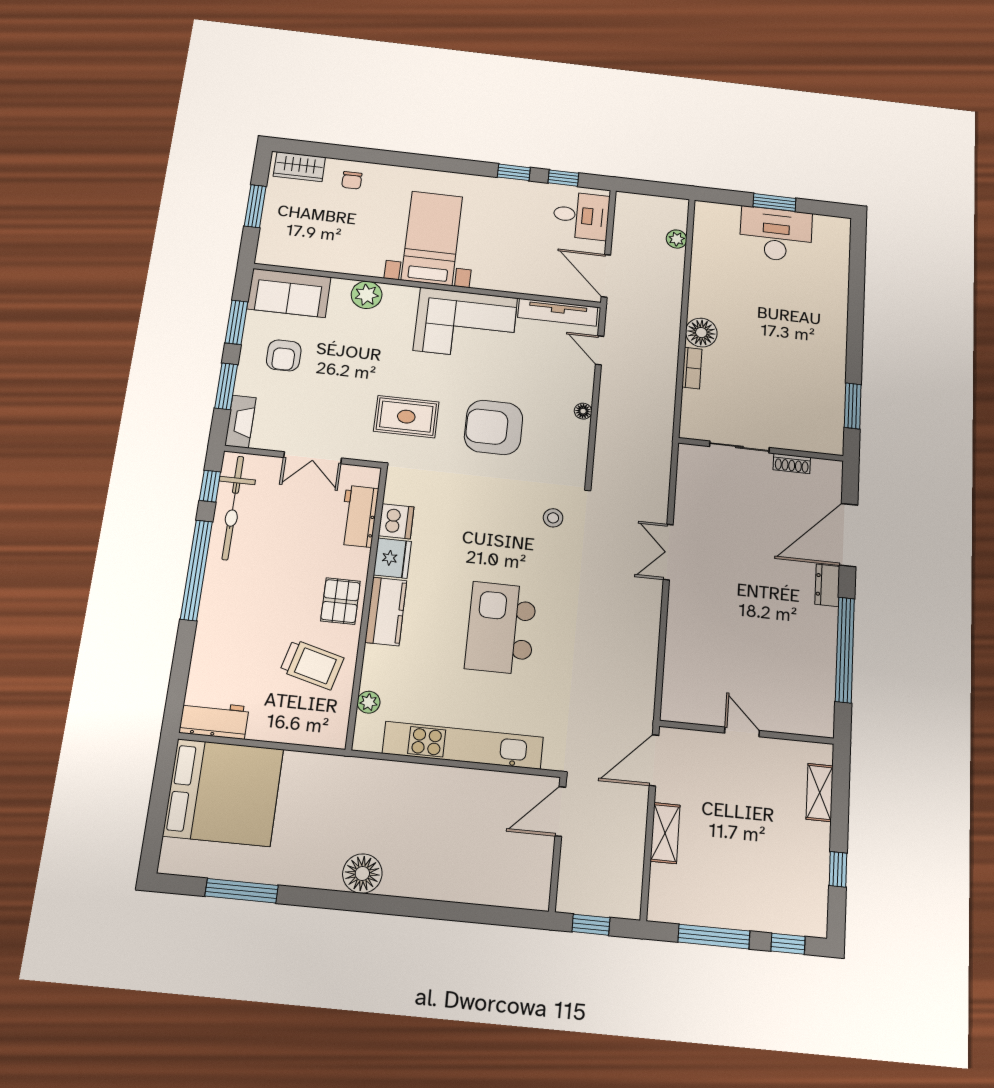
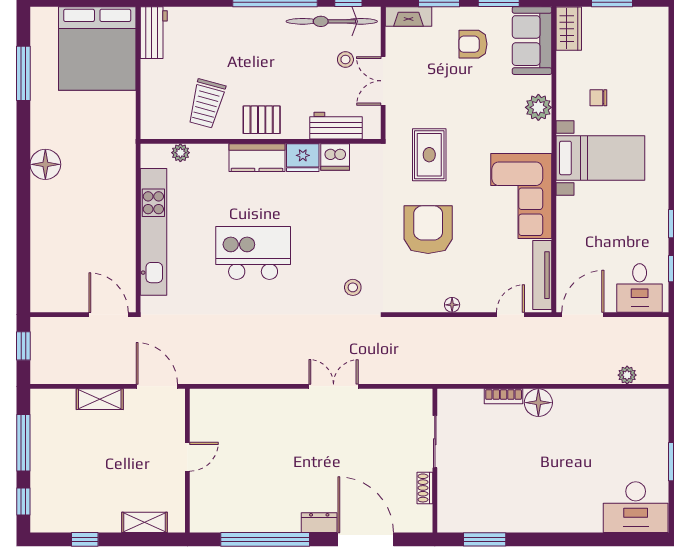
wardrobe: (299, 167) -> (569, 29), moved, turned 180
chair: (352, 180) -> (598, 98), moved
desk: (776, 234) -> (636, 507), moved, turned 90
stool: (281, 497) -> (345, 59), added

